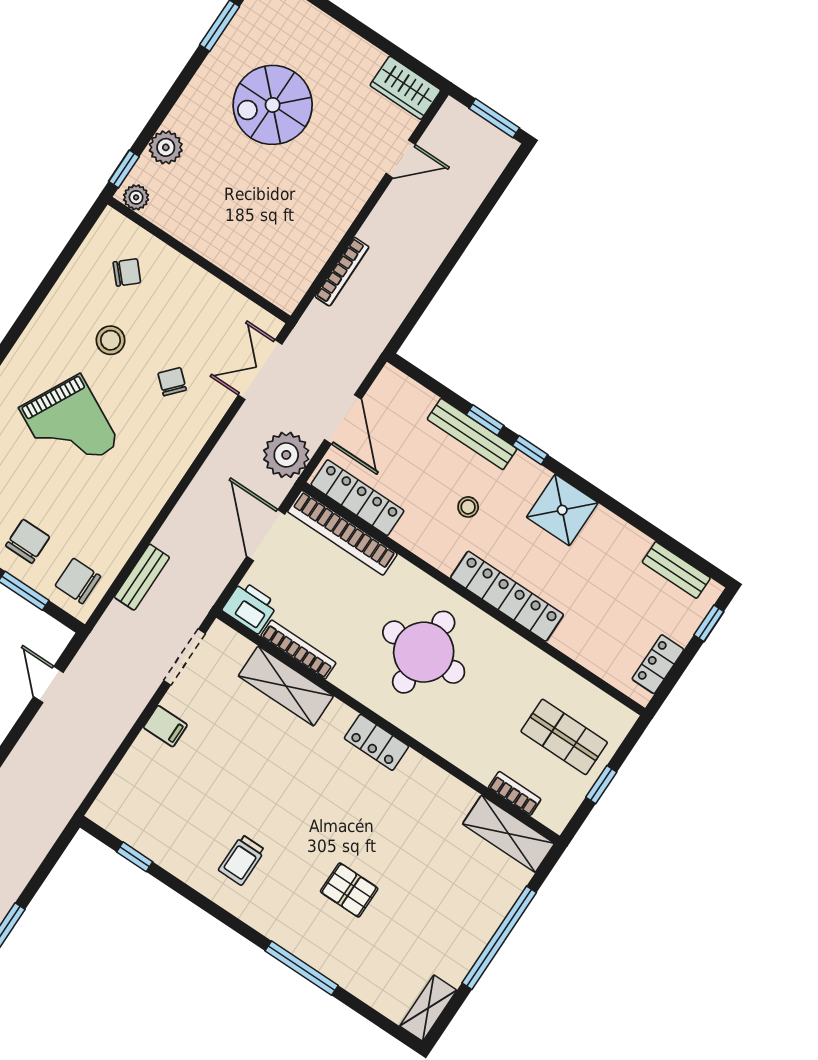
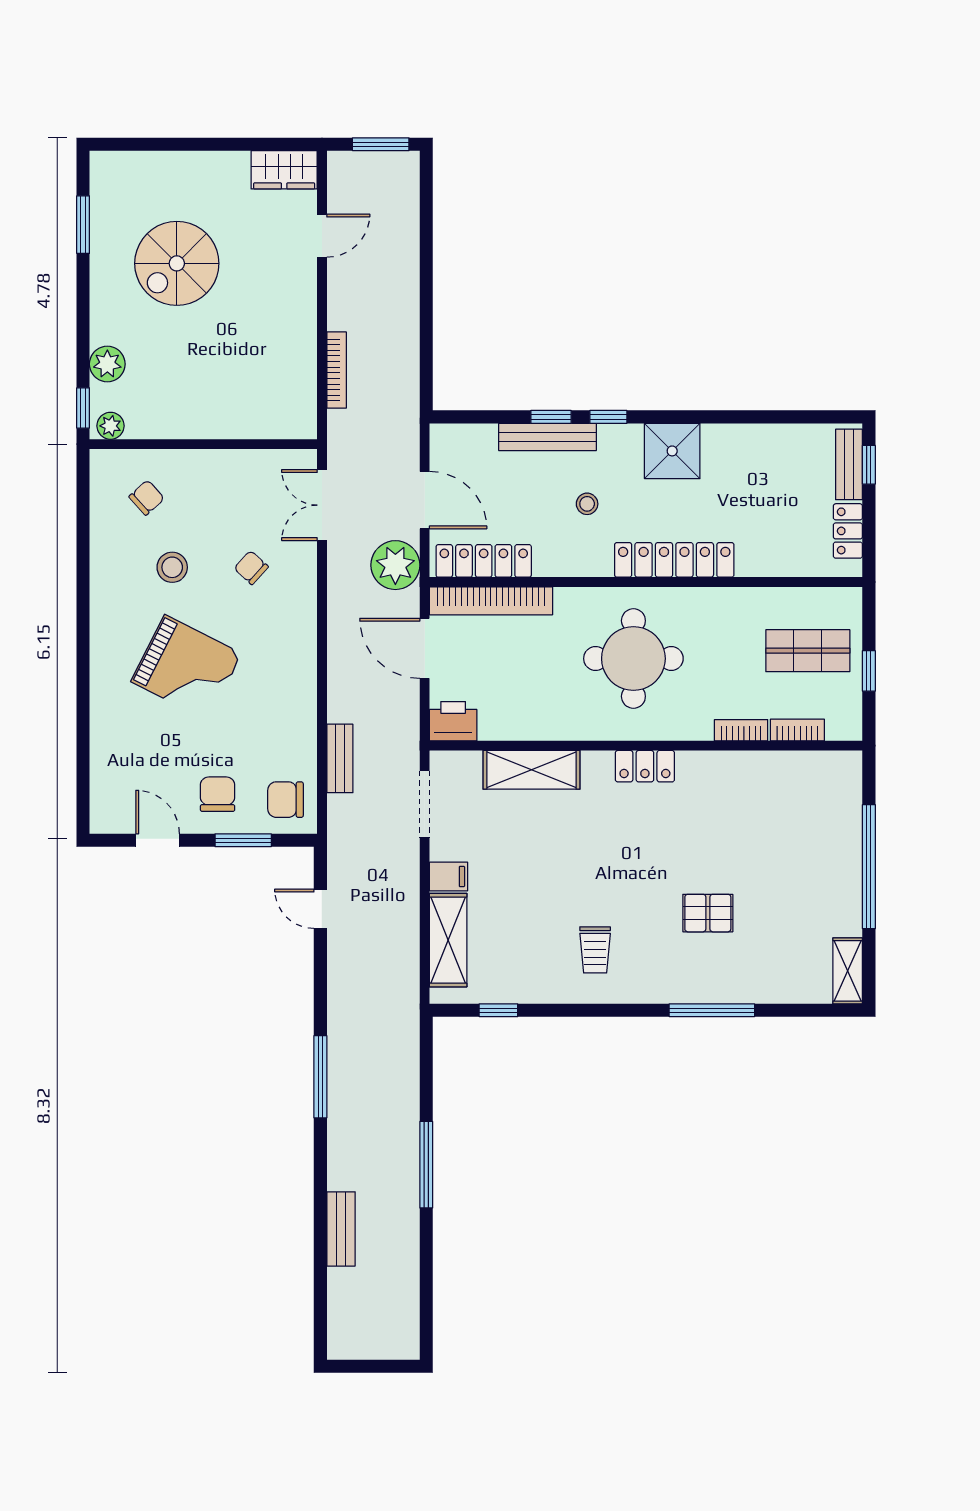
bench: (676, 570) -> (849, 464), moved, turned 90
bookcase: (298, 649) -> (741, 730), moved, width x0.64
shelving: (508, 834) -> (448, 940), moved, turned 90

